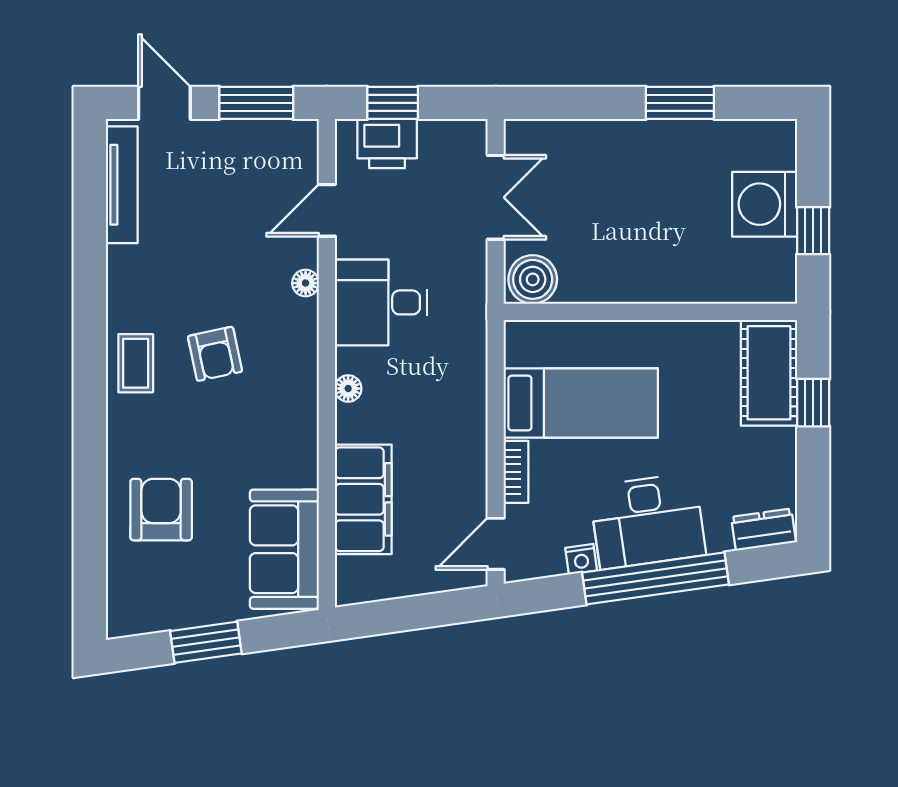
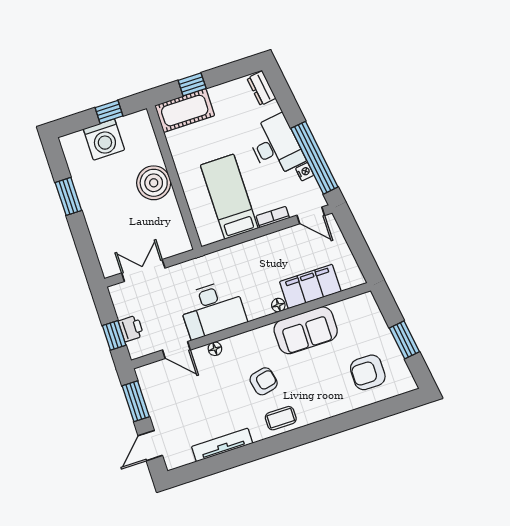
printer: (387, 144) -> (131, 328), width x0.73, depth x0.81
tv unit: (122, 185) -> (222, 445), moved
boiler: (533, 279) -> (154, 183), moved, width x1.37, depth x1.37
desk: (381, 302) -> (212, 309), width x1.37
floor lamp: (348, 389) -> (278, 305), moved
armchair: (161, 510) -> (368, 372), moved
sofa: (284, 549) -> (306, 330), moved
window: (655, 578) -> (314, 158), moved

